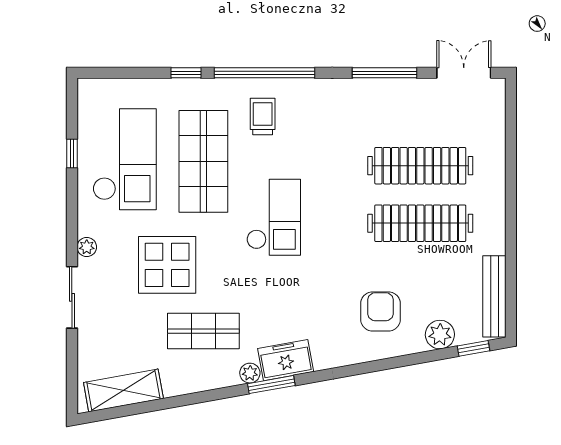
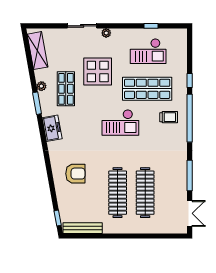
checkout: (125, 159) -> (148, 51), width x0.73, depth x0.83
plant: (440, 335) -> (64, 202), removed
plant: (250, 373) -> (41, 86), moved
window: (271, 385) -> (37, 103), moved

